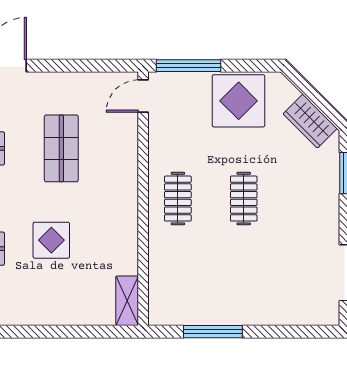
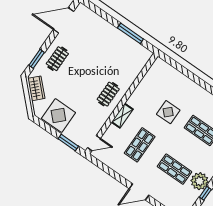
window: (189, 66) -> (68, 143), width x0.69
clothes rail: (244, 199) -> (57, 59), moved
shelving: (127, 301) -> (122, 116), moved

